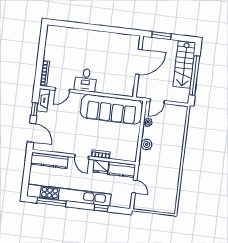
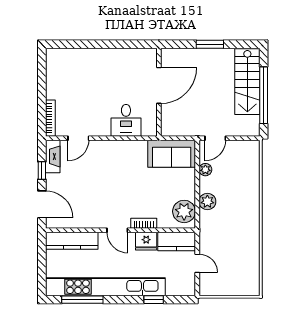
door: (139, 62) -> (159, 85), moved
wall: (138, 67) -> (159, 92), moved
desk: (86, 80) -> (126, 120), moved
sofa: (111, 109) -> (172, 154), width x0.54, depth x0.79
plant: (130, 149) -> (184, 211), added

